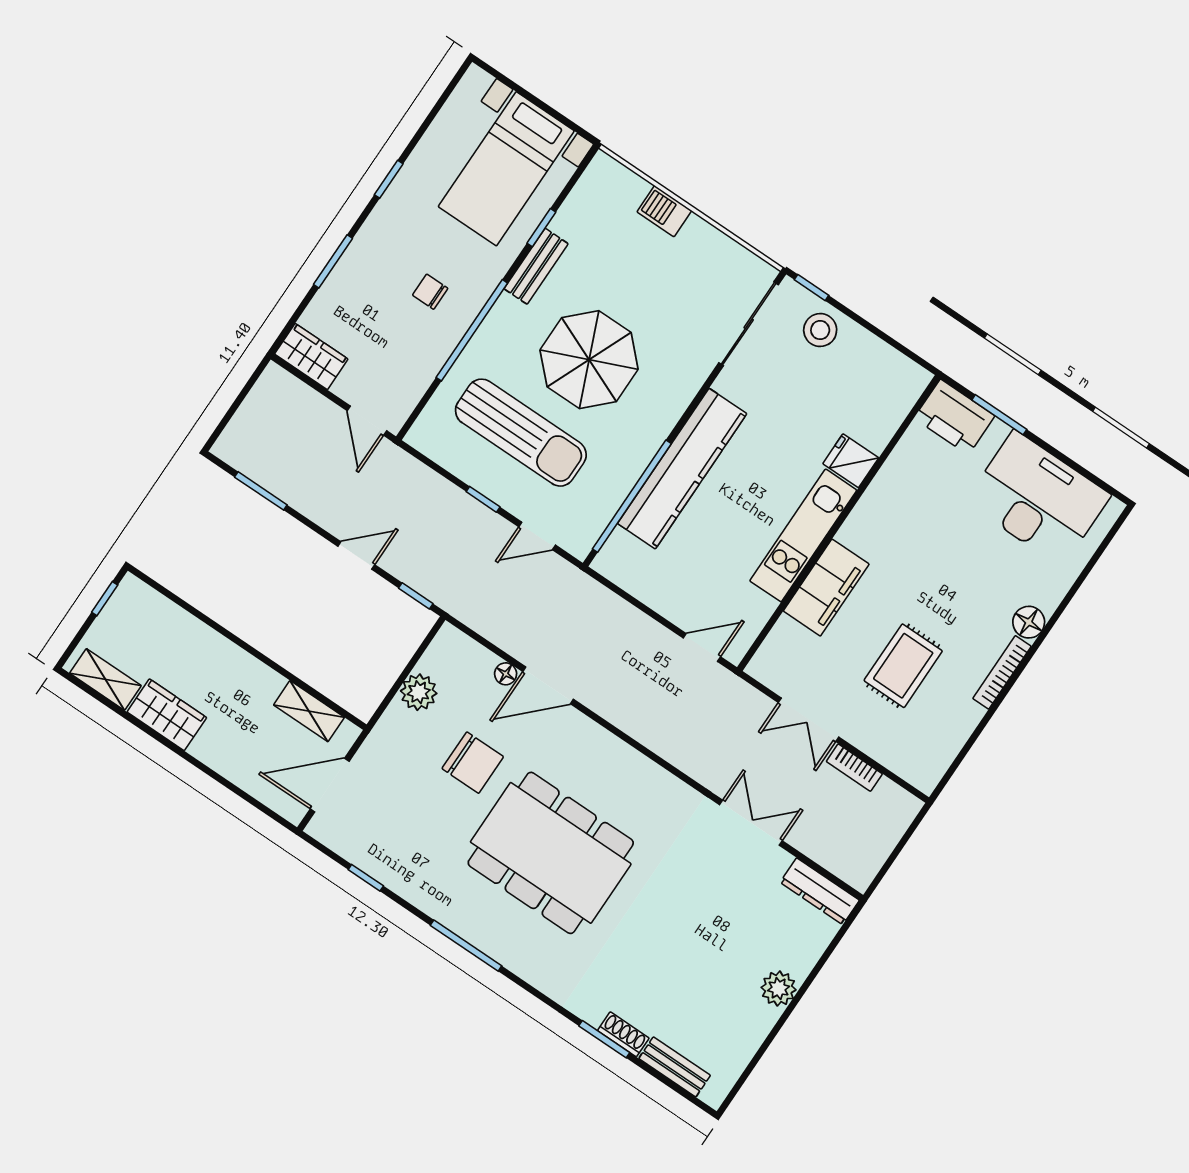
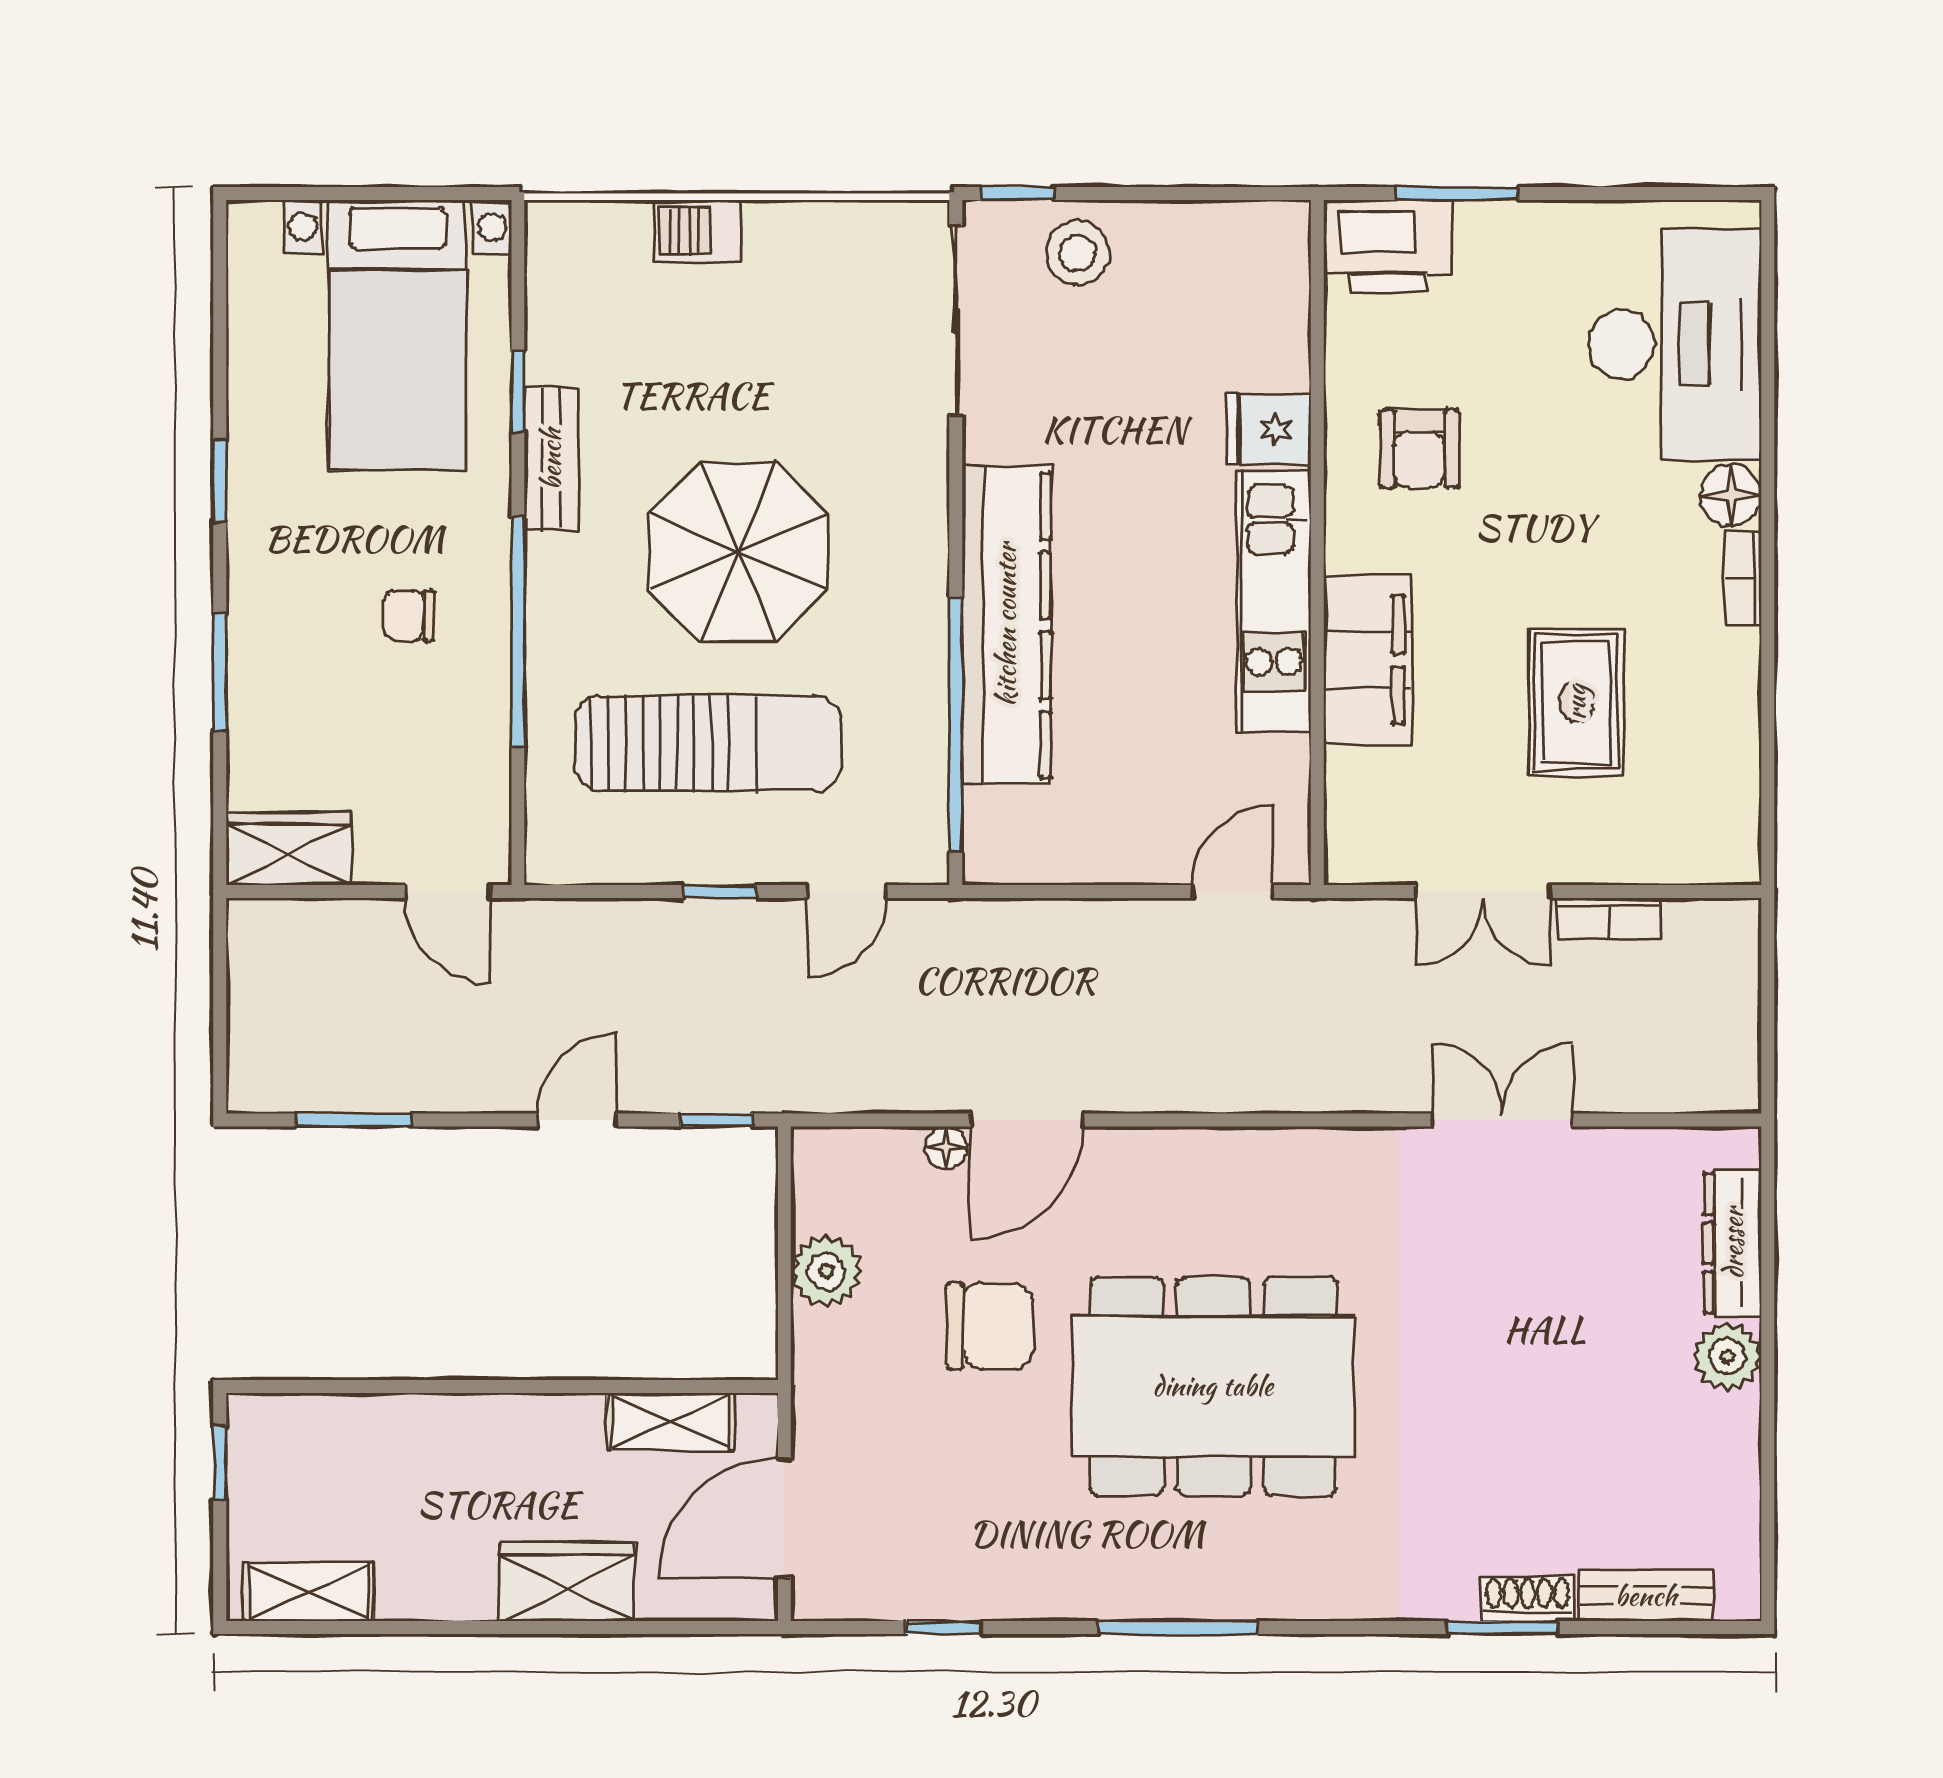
desk: (1038, 498) -> (1675, 344), moved, turned 90
armchair: (909, 512) -> (1419, 449), added
bookcase: (1002, 672) -> (1743, 578), width x0.64
wardrobe: (167, 715) -> (568, 1582), moved
dresser: (820, 891) -> (1733, 1243), moved, turned 90

